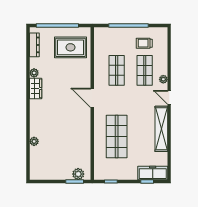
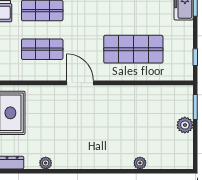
wardrobe: (36, 88) -> (67, 161), removed
door: (92, 98) -> (80, 83), swing flipped
plant: (78, 174) -> (185, 125), moved

